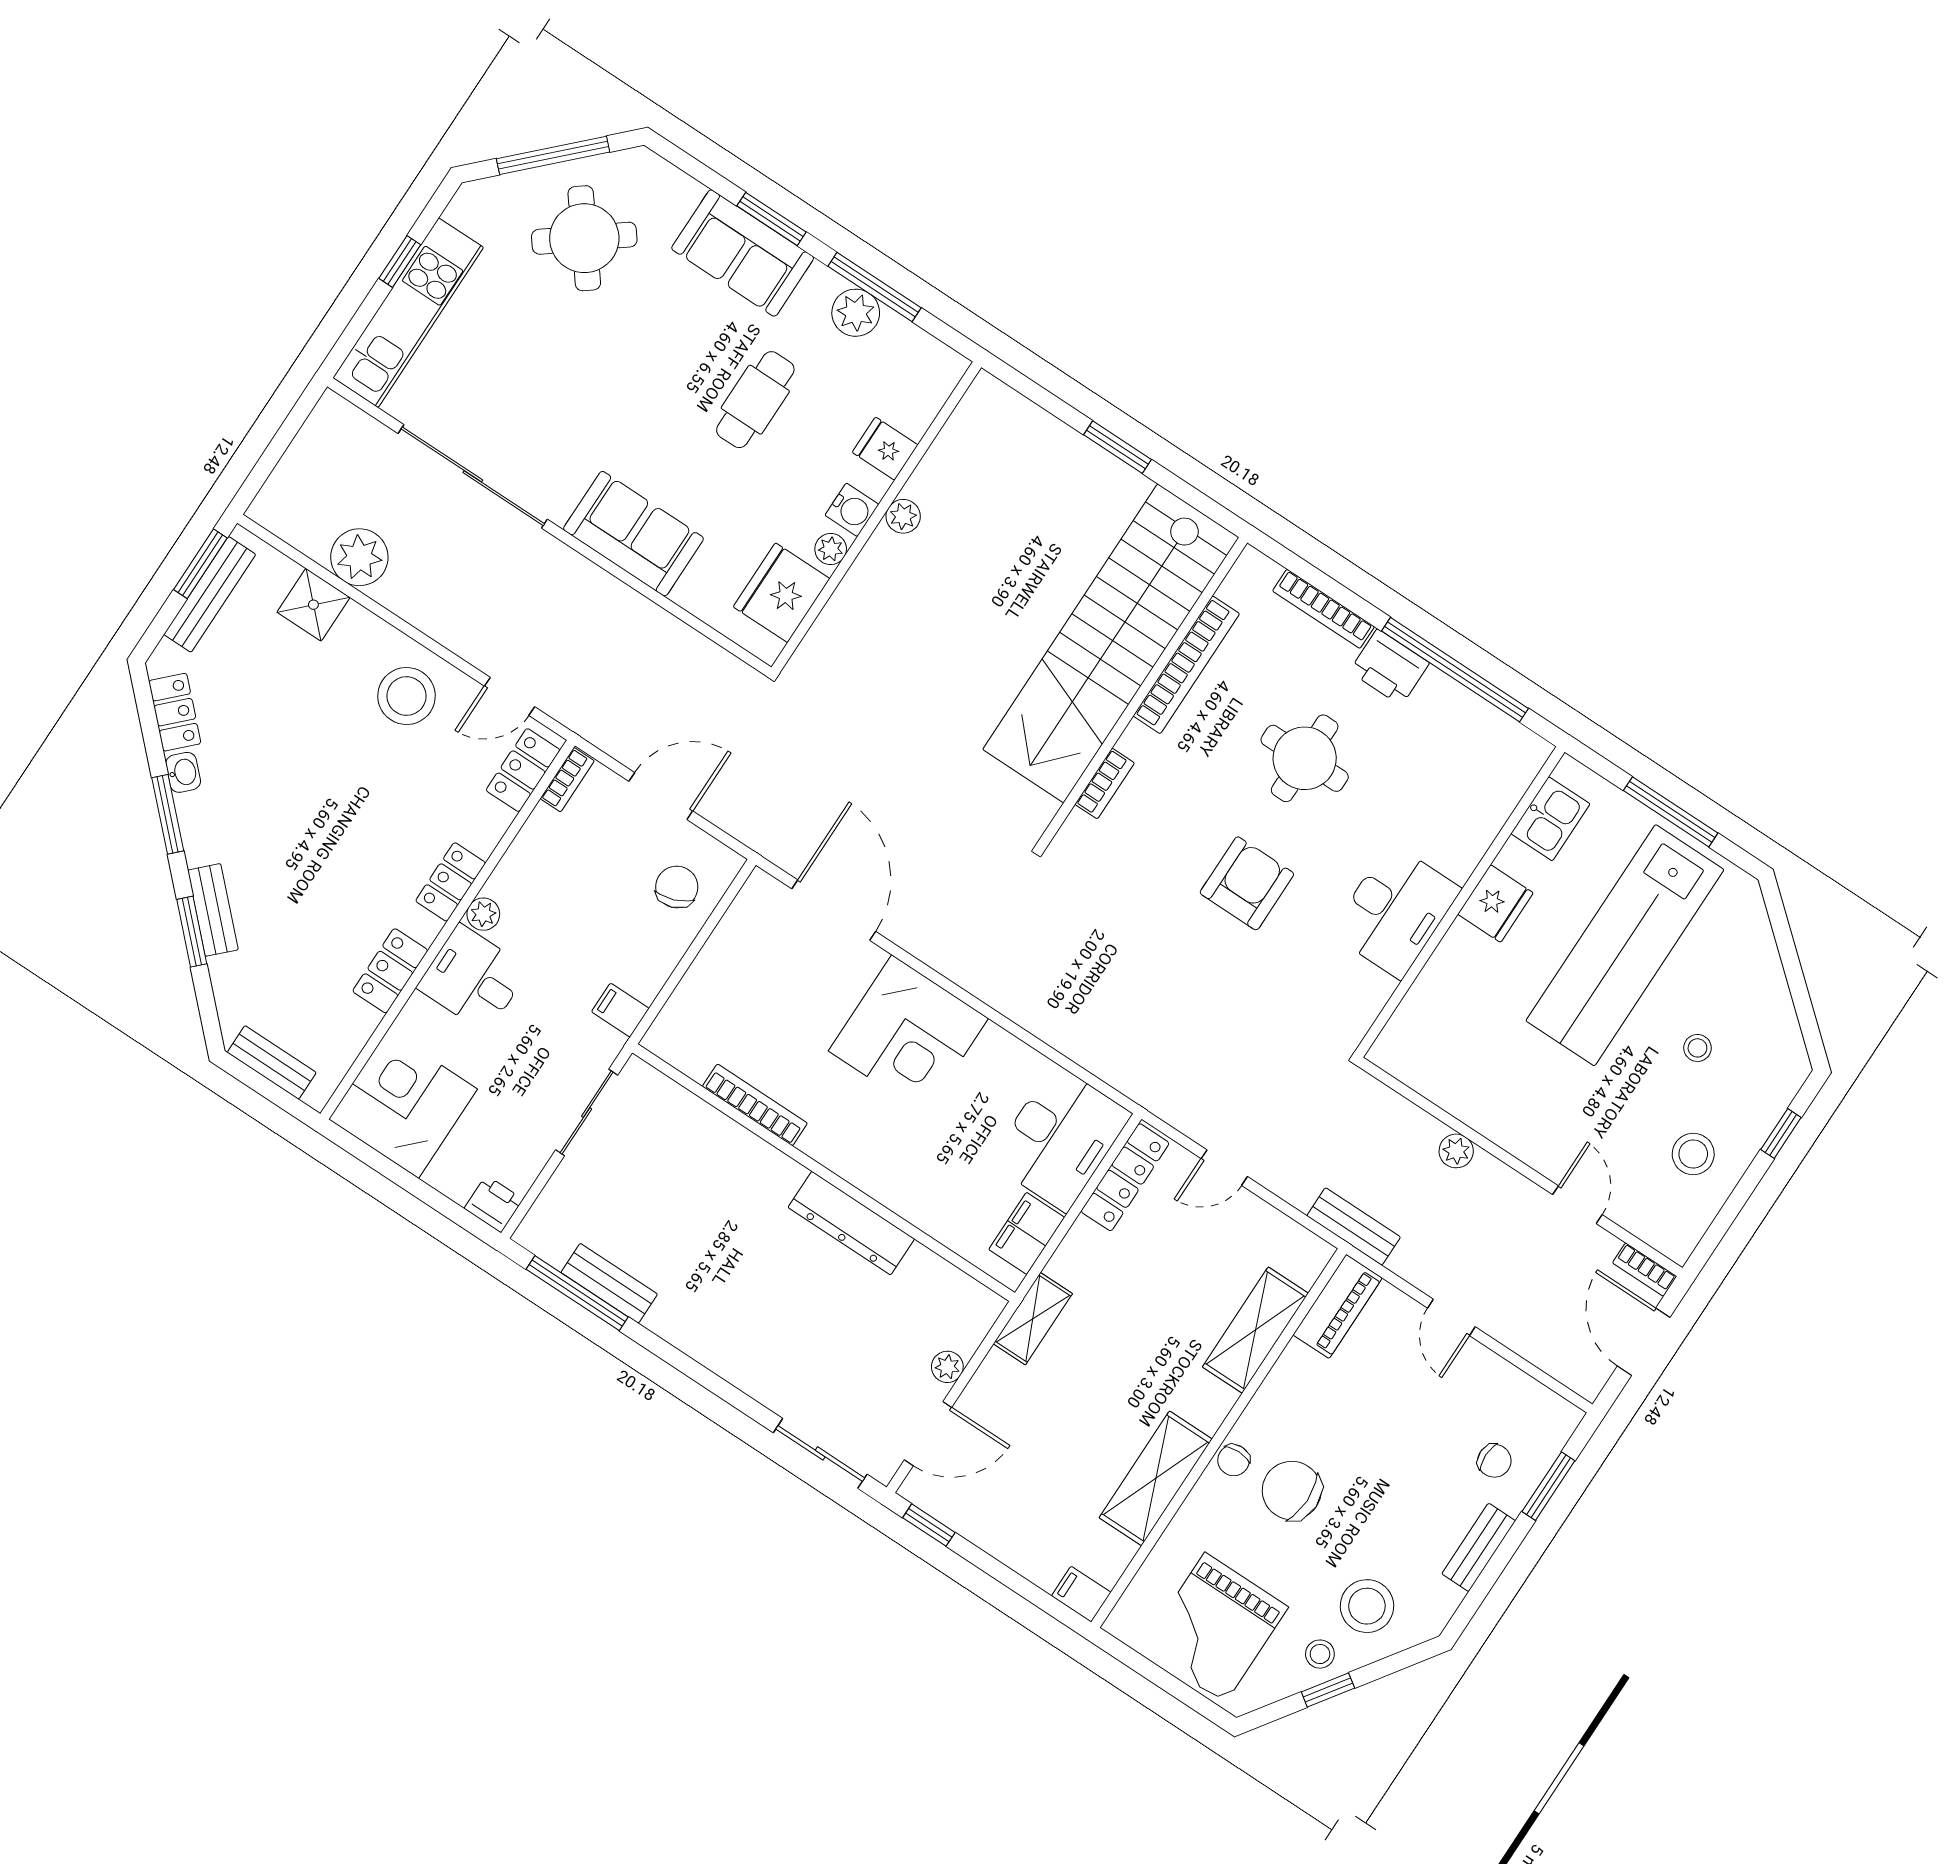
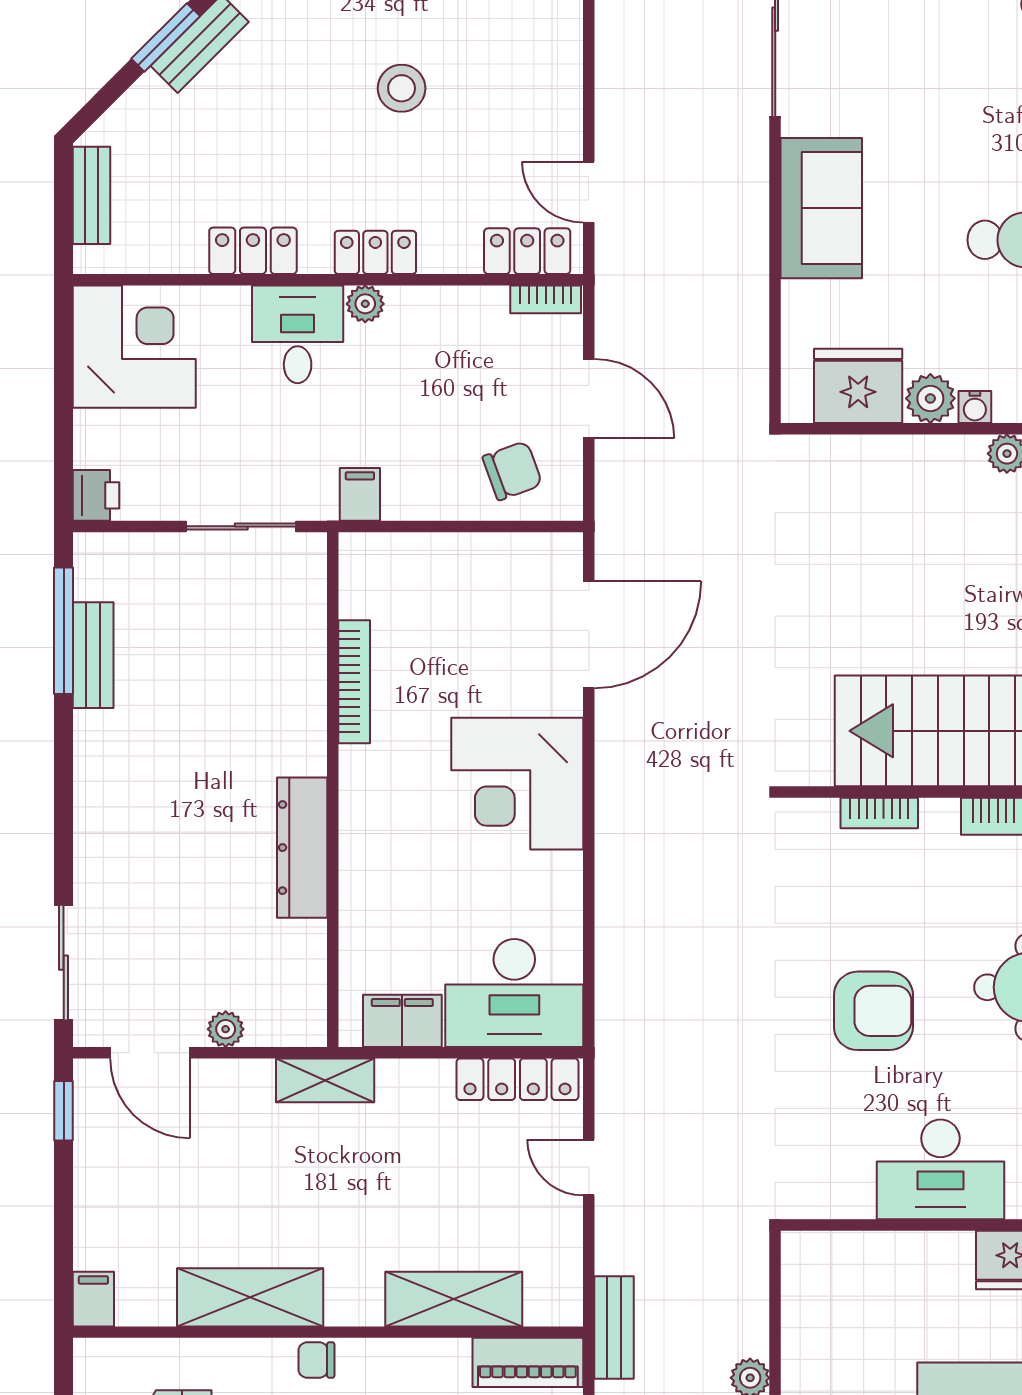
water cooler: (852, 510) -> (975, 407), width x0.72, depth x0.72
plant: (831, 549) -> (930, 398), width x1.38, depth x1.38
stool: (407, 696) -> (402, 88), moved, width x0.73, depth x0.73

